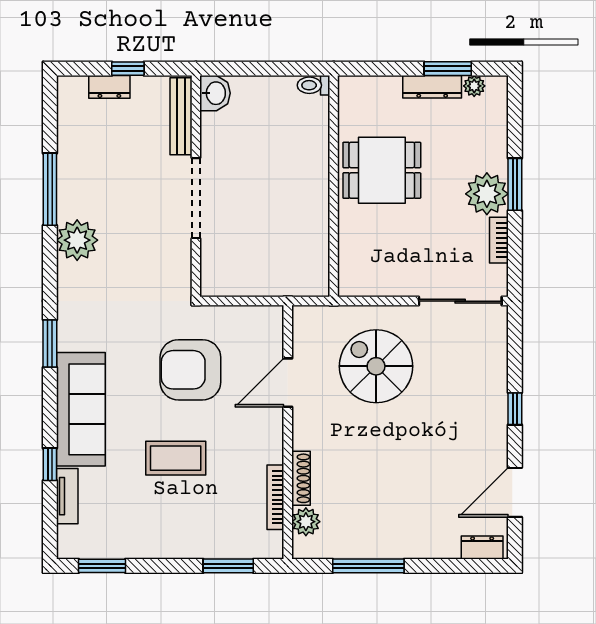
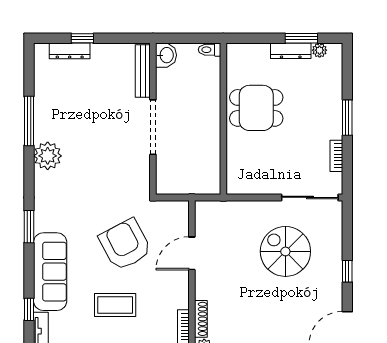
dresser: (109, 87) -> (70, 51), width x1.44
washbasin: (215, 93) -> (166, 55), moved
bench: (181, 116) -> (143, 71), moved
wall: (196, 186) -> (153, 119), moved
plant: (487, 194) -> (328, 124), removed
doorway: (196, 198) -> (153, 127), moved
spiral stairs: (376, 366) -> (285, 251), moved
armchair: (190, 370) -> (125, 245), turned 62

